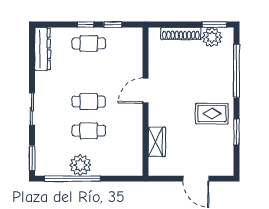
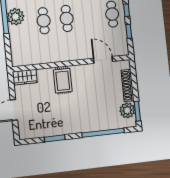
door: (145, 91) -> (103, 60), moved
rug: (212, 114) -> (63, 81), moved
wardrobe: (157, 142) -> (25, 77), moved

